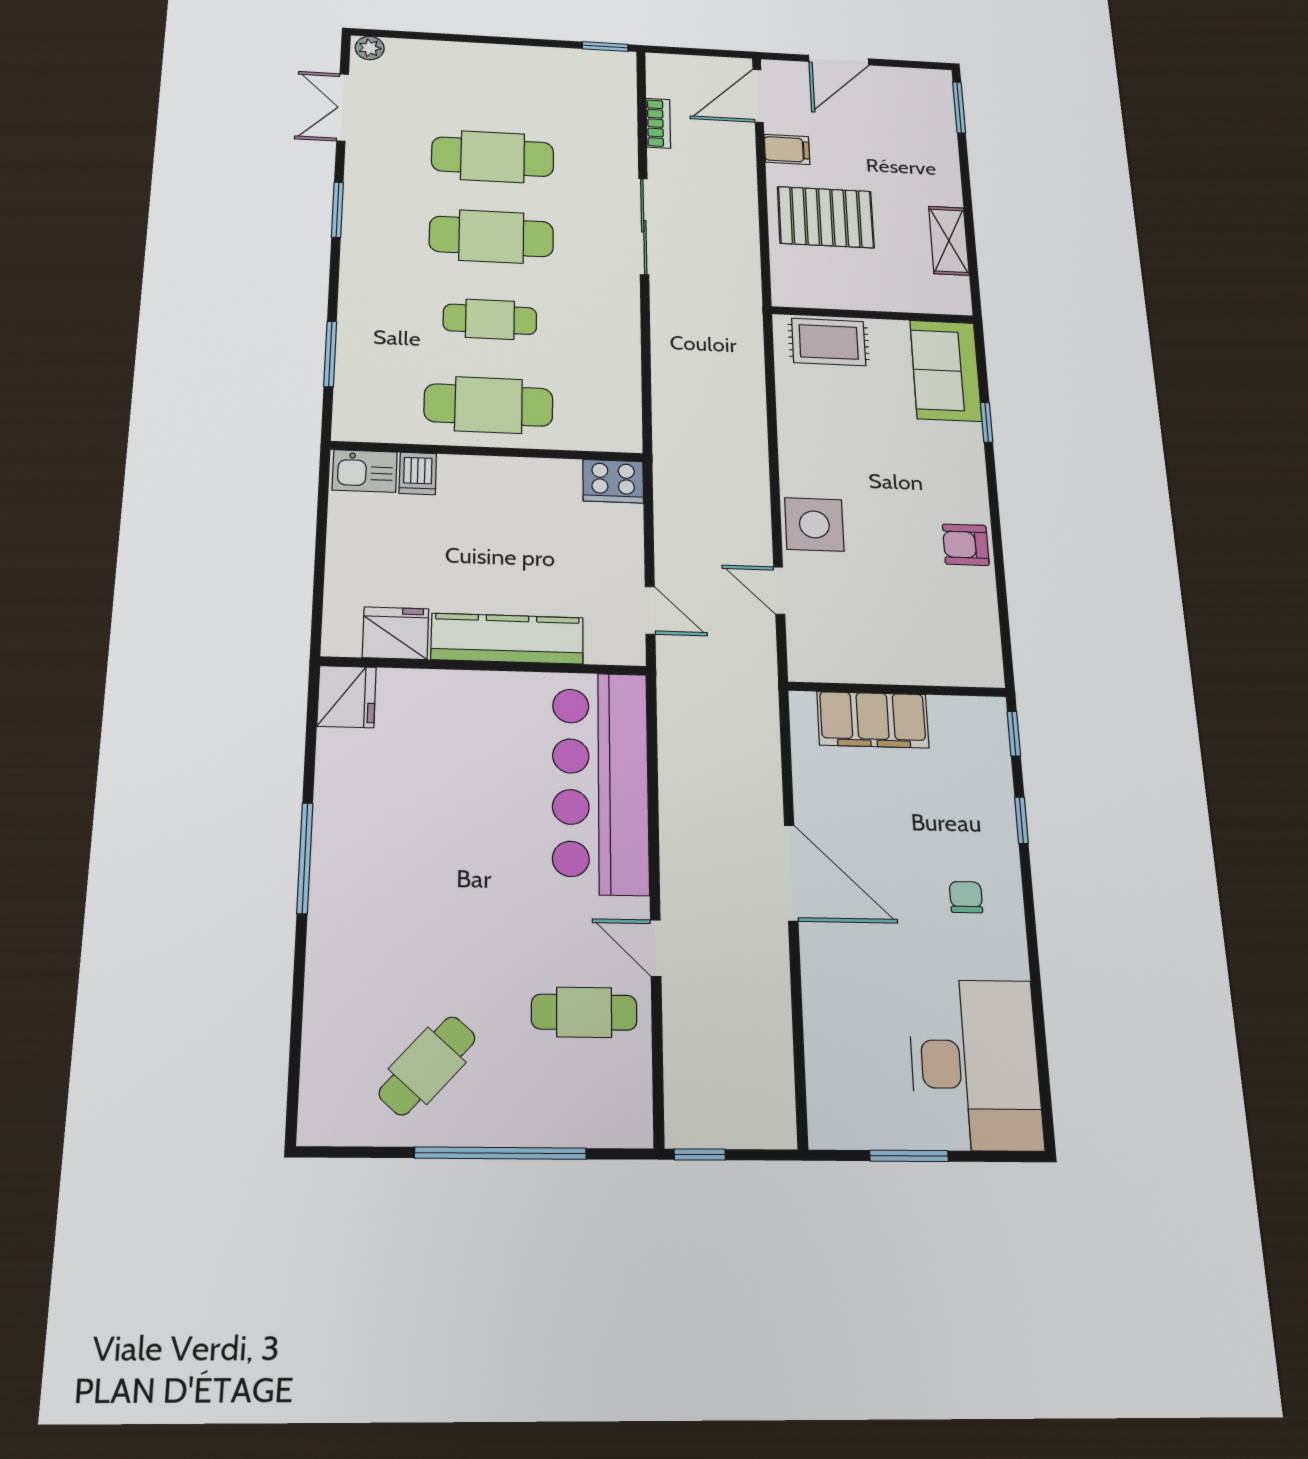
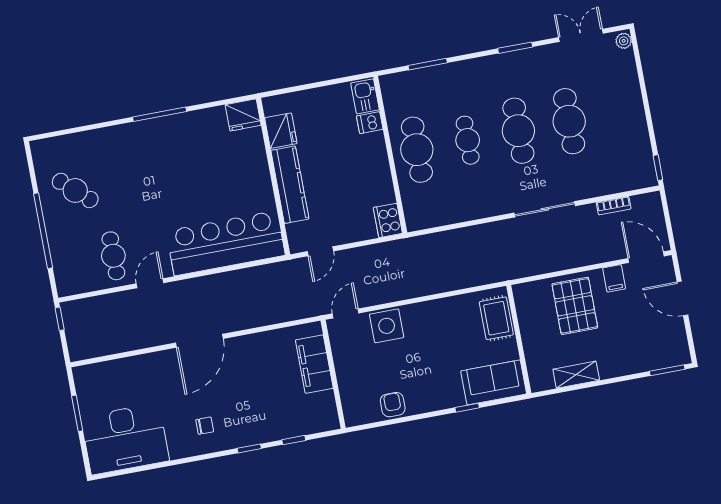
wall: (897, 689) -> (333, 374), moved
filing cabinet: (873, 720) -> (314, 364), moved

